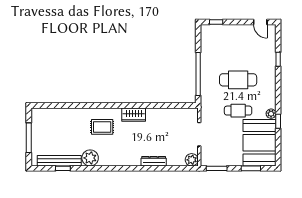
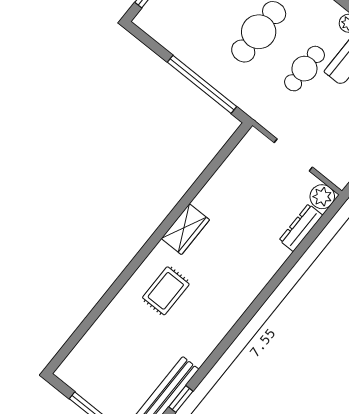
plant: (90, 158) -> (198, 346), removed
dresser: (154, 161) -> (301, 228), moved

